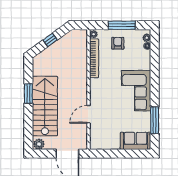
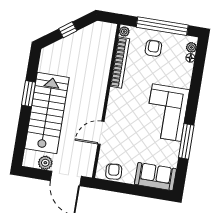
window: (122, 25) -> (162, 26), width x1.46
window: (155, 120) -> (186, 141), moved
armchair: (103, 142) -> (114, 172), added
plant: (39, 144) -> (45, 163), moved

